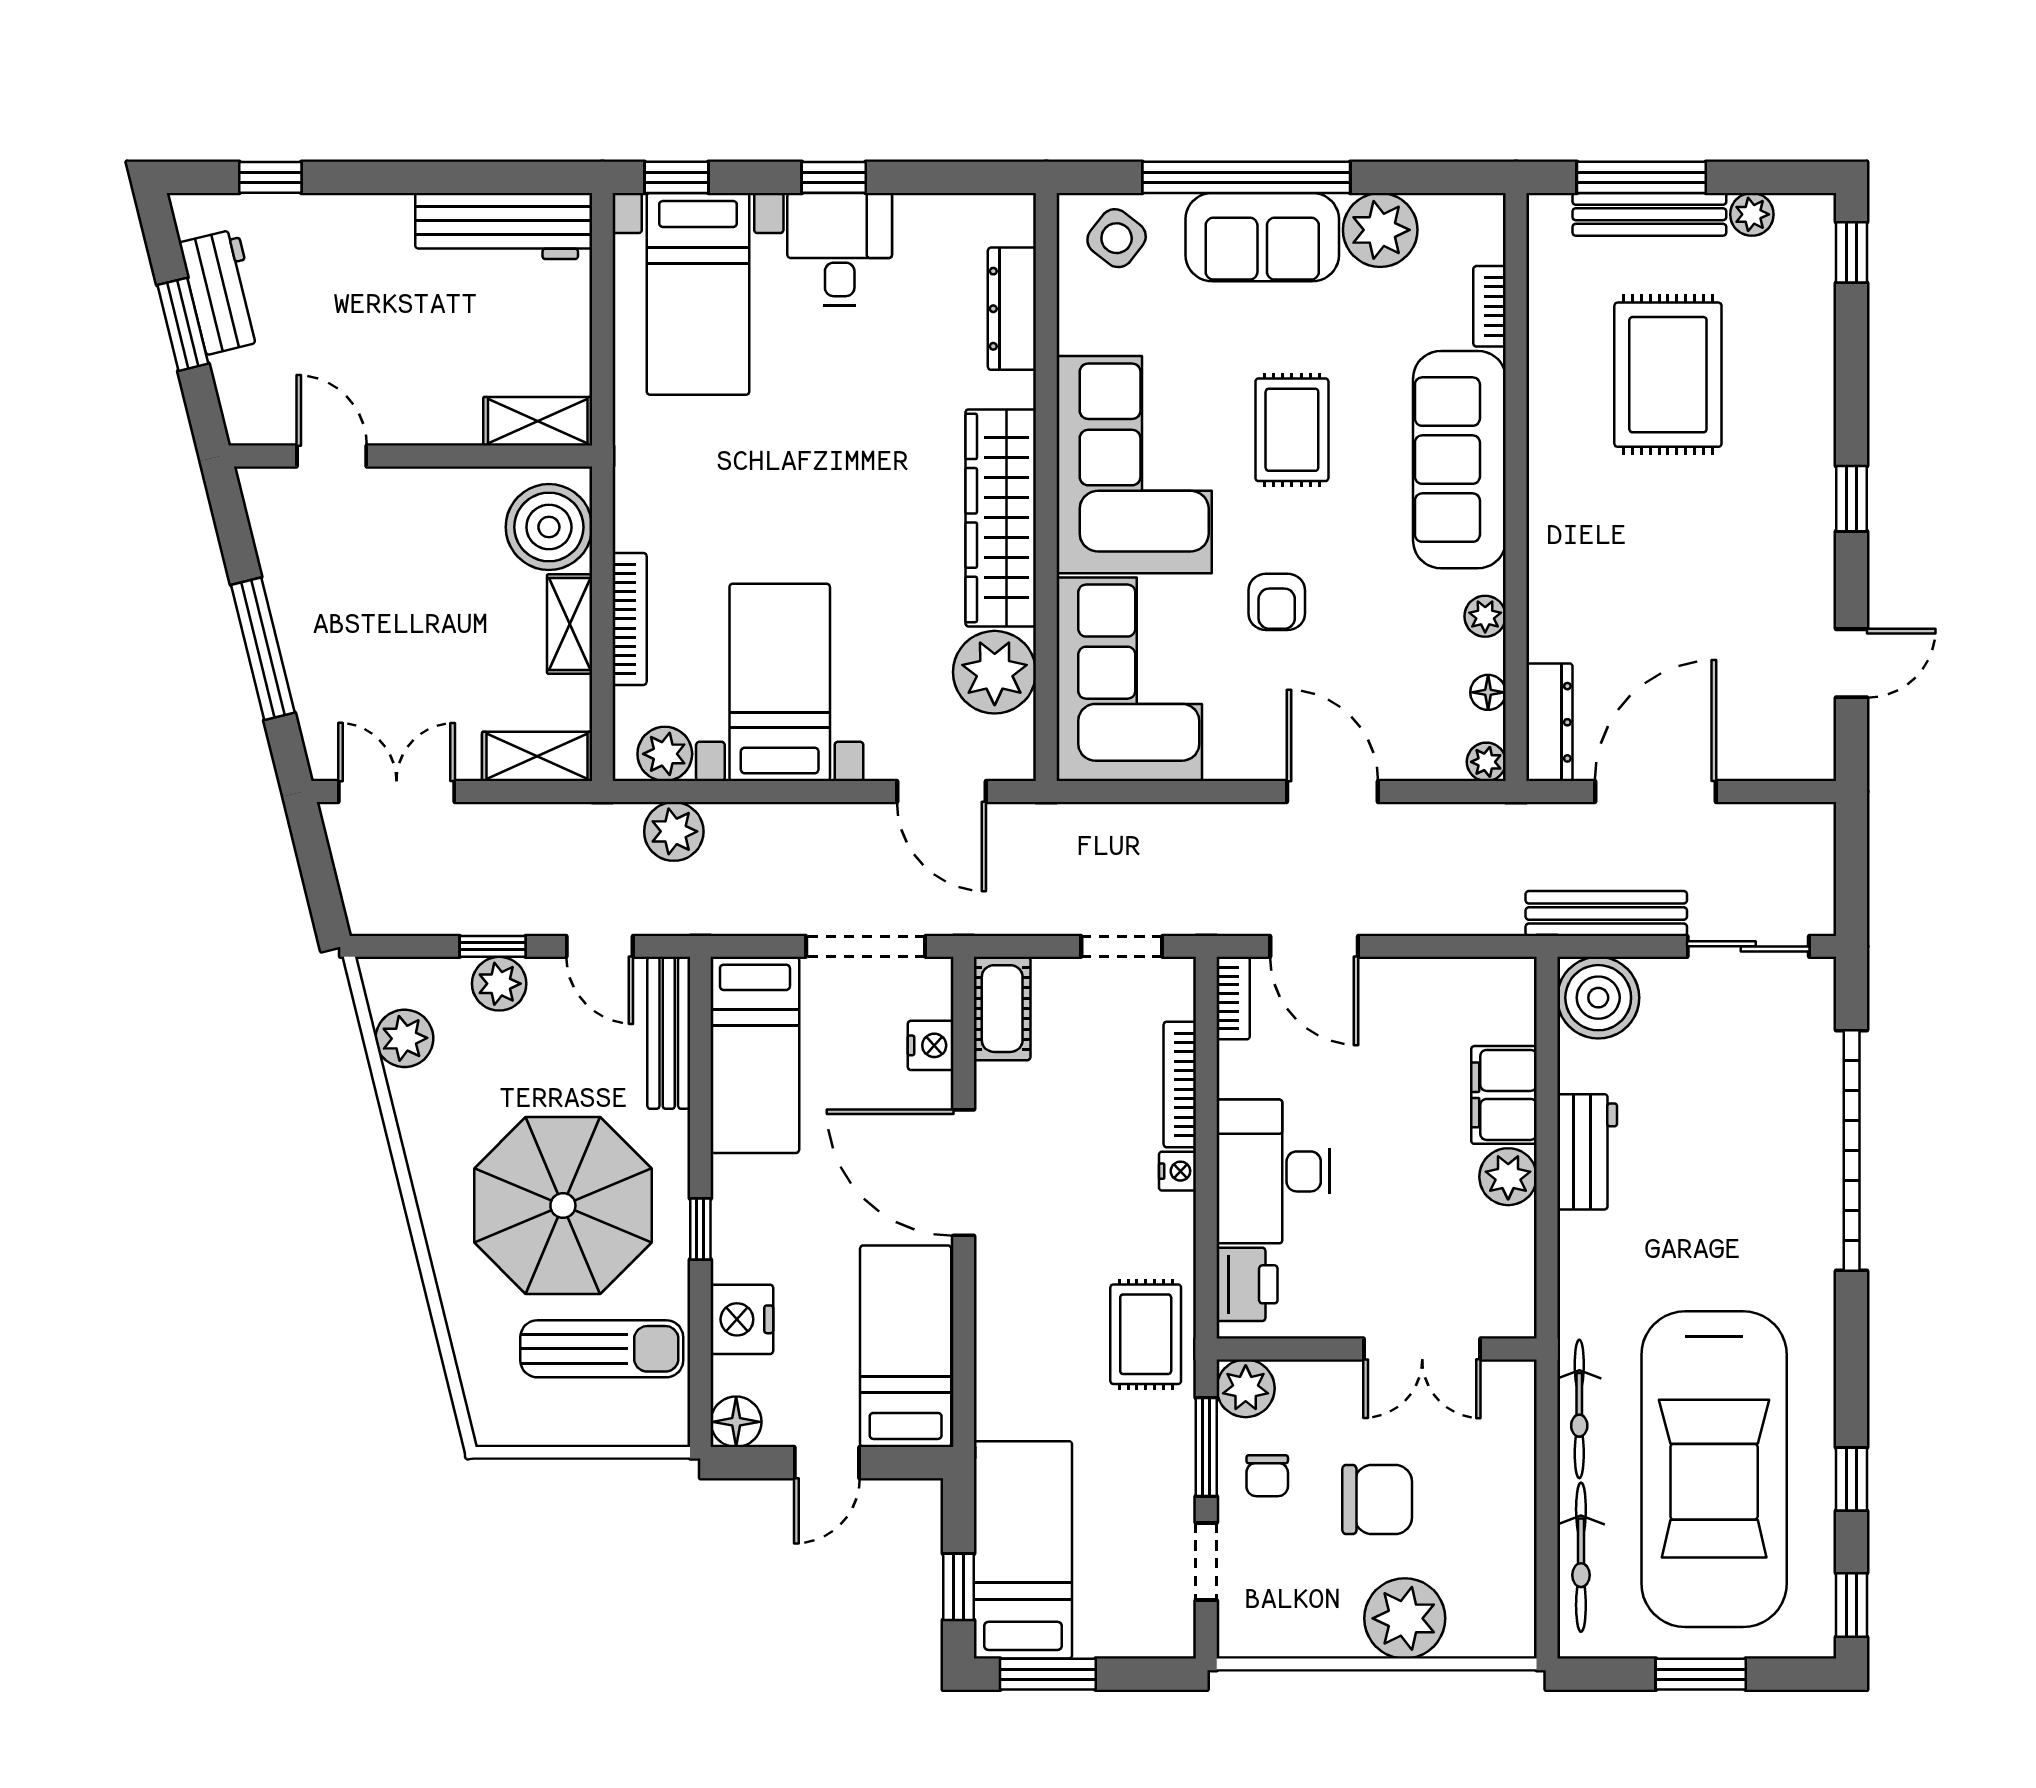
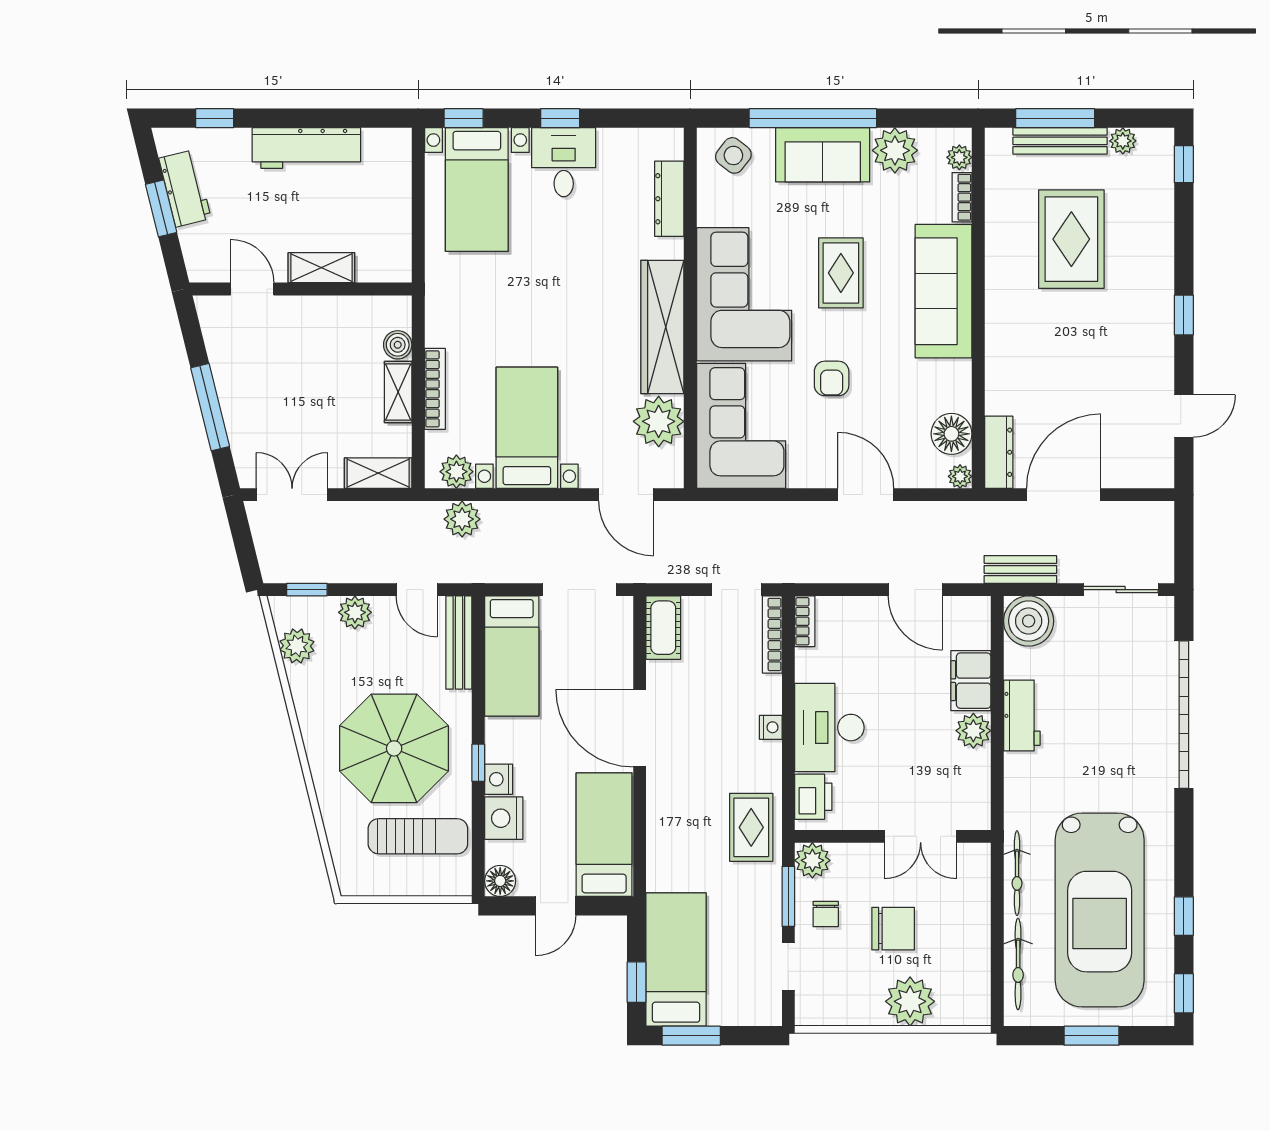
workbench: (504, 226) -> (306, 148), moved
shelving: (538, 421) -> (321, 268), moved
boiler: (549, 527) -> (398, 345), width x0.54, depth x0.54
plant: (1485, 616) -> (959, 157), moved
floor lamp: (1488, 692) -> (951, 434), width x1.89, depth x1.89
bench: (1606, 914) -> (1020, 569), width x0.73
window: (493, 946) -> (307, 590), moved
door: (1314, 946) -> (915, 590), moved
nightstand: (931, 1045) -> (499, 779), moved, turned 180
bookcase: (1180, 1085) -> (772, 634), moved

